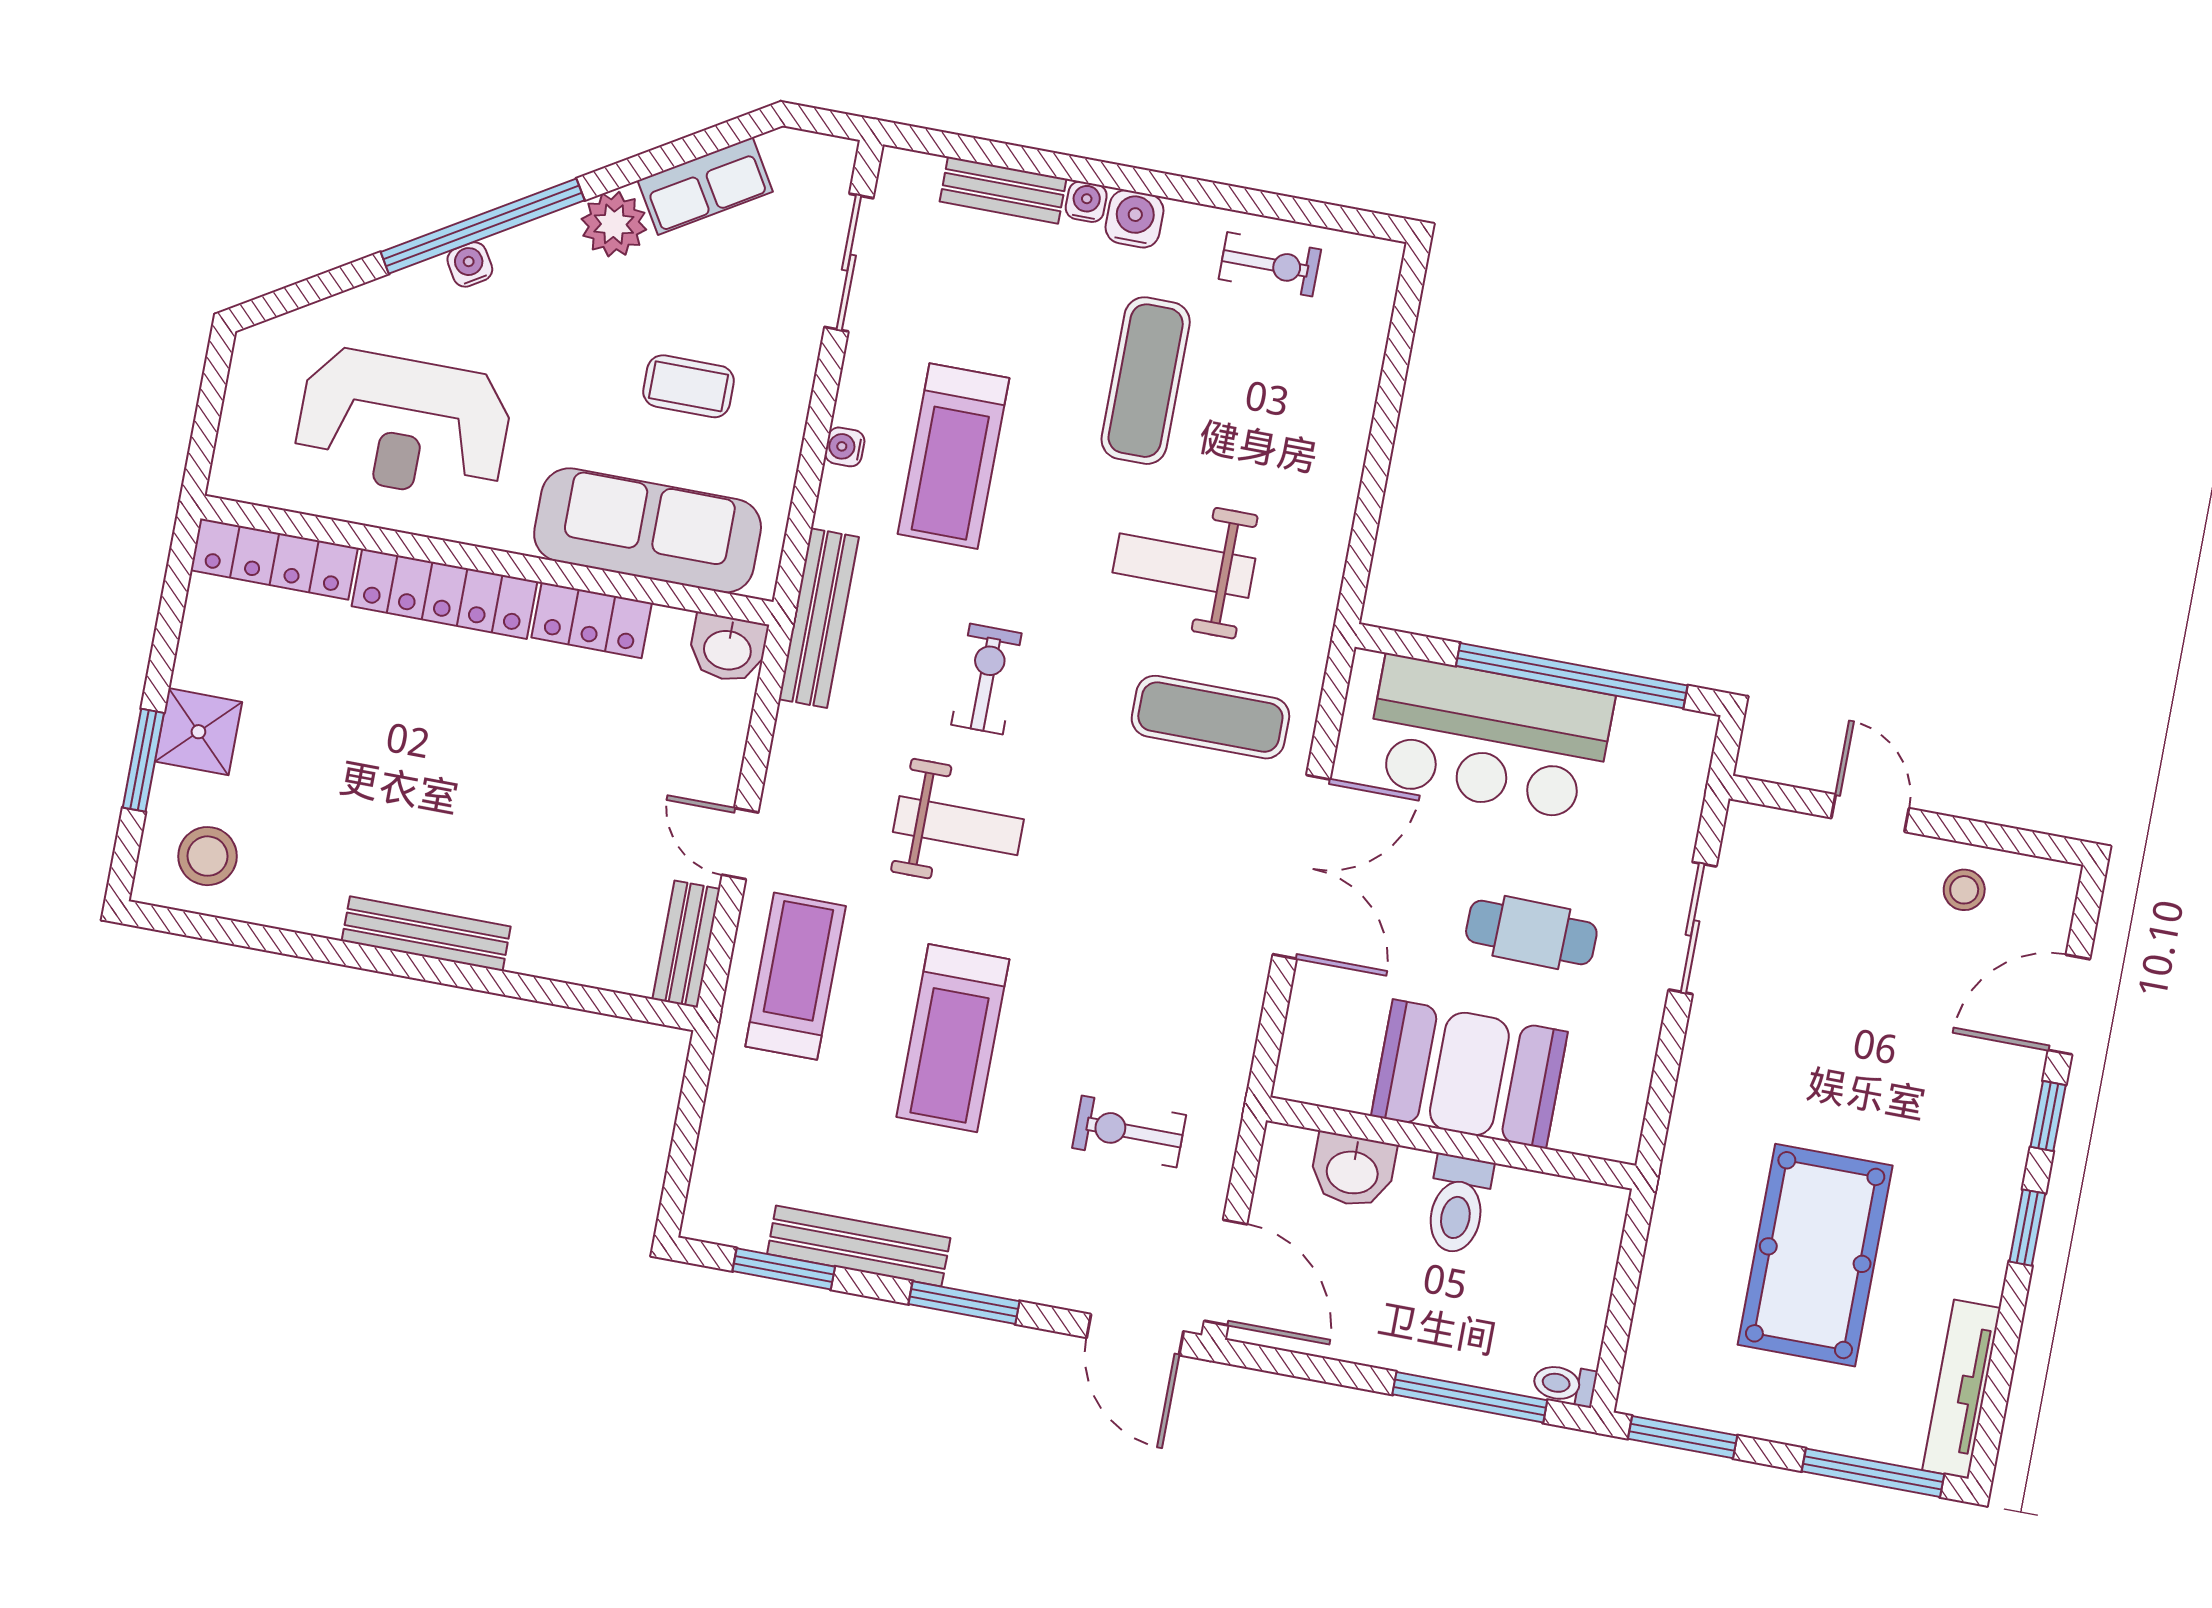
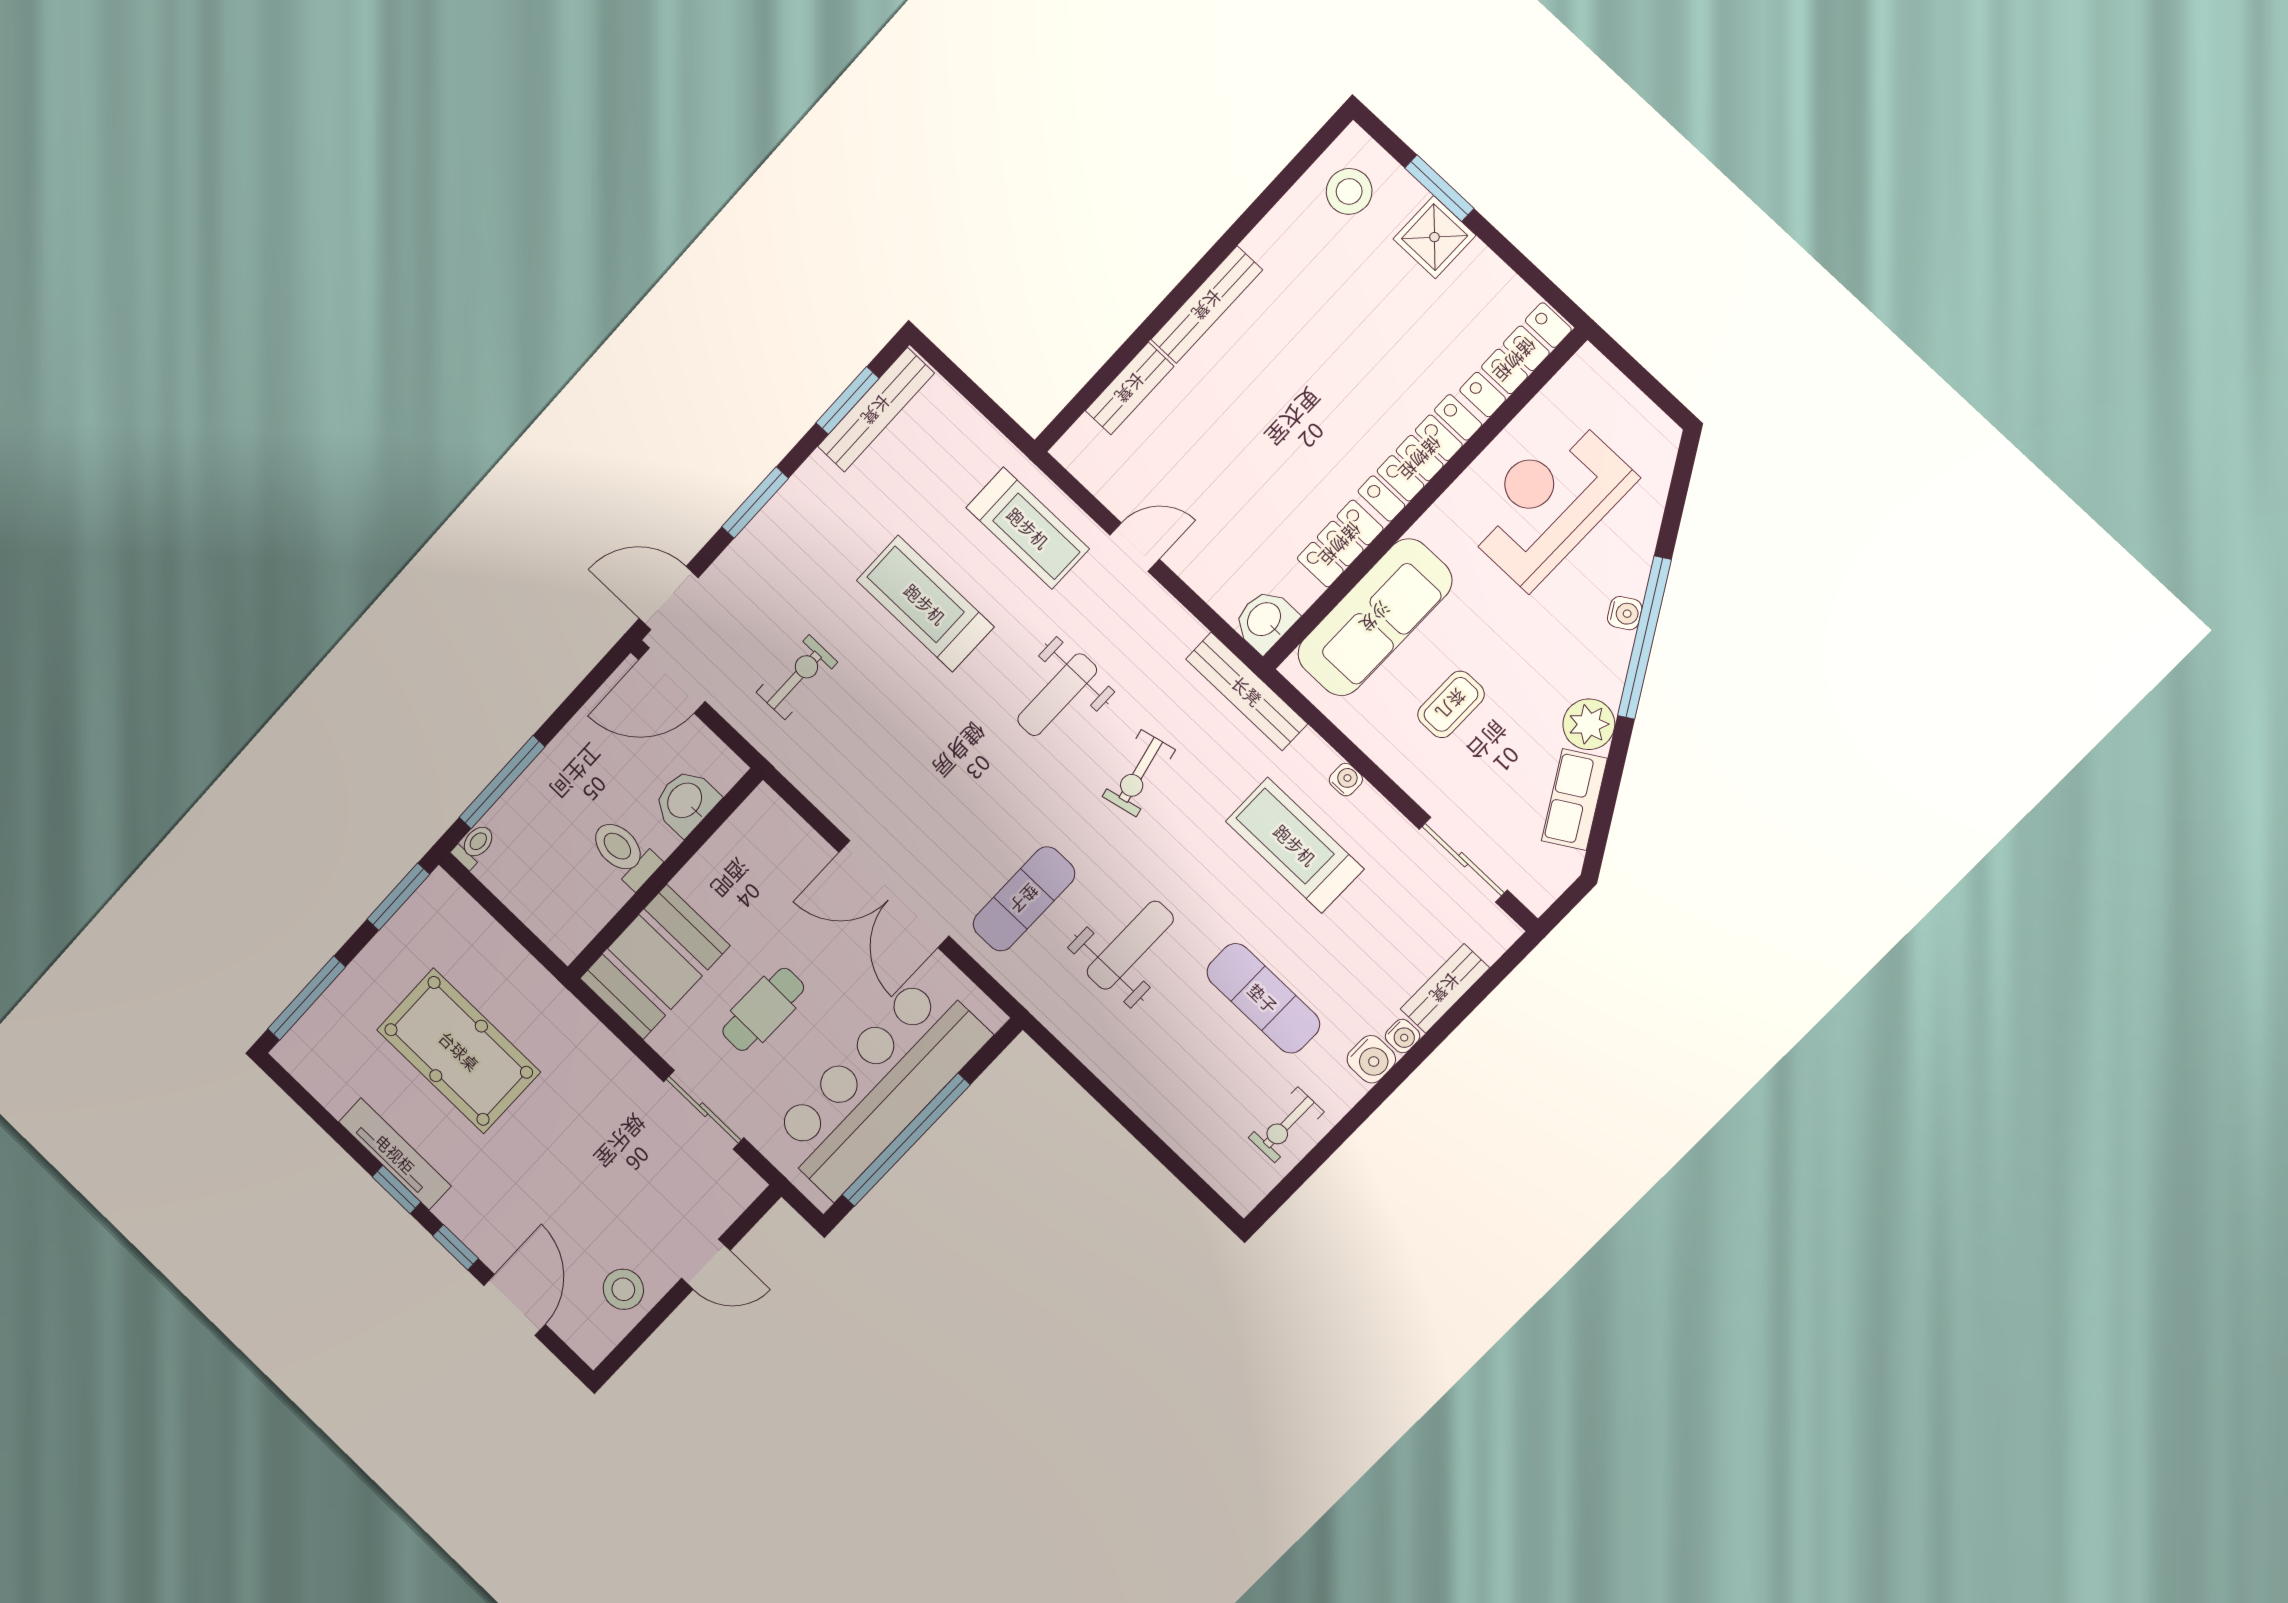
exercise bike: (986, 679) -> (1139, 773), turned 77
bar counter: (1489, 738) -> (879, 1086), width x1.36
stool: (1964, 890) -> (623, 1289), width x1.37, depth x1.37
bench: (686, 944) -> (1130, 388), moved, turned 90
booth: (1469, 1074) -> (655, 962), moved
bench: (859, 1246) -> (876, 410), moved
tv unit: (1961, 1389) -> (395, 1154), moved

